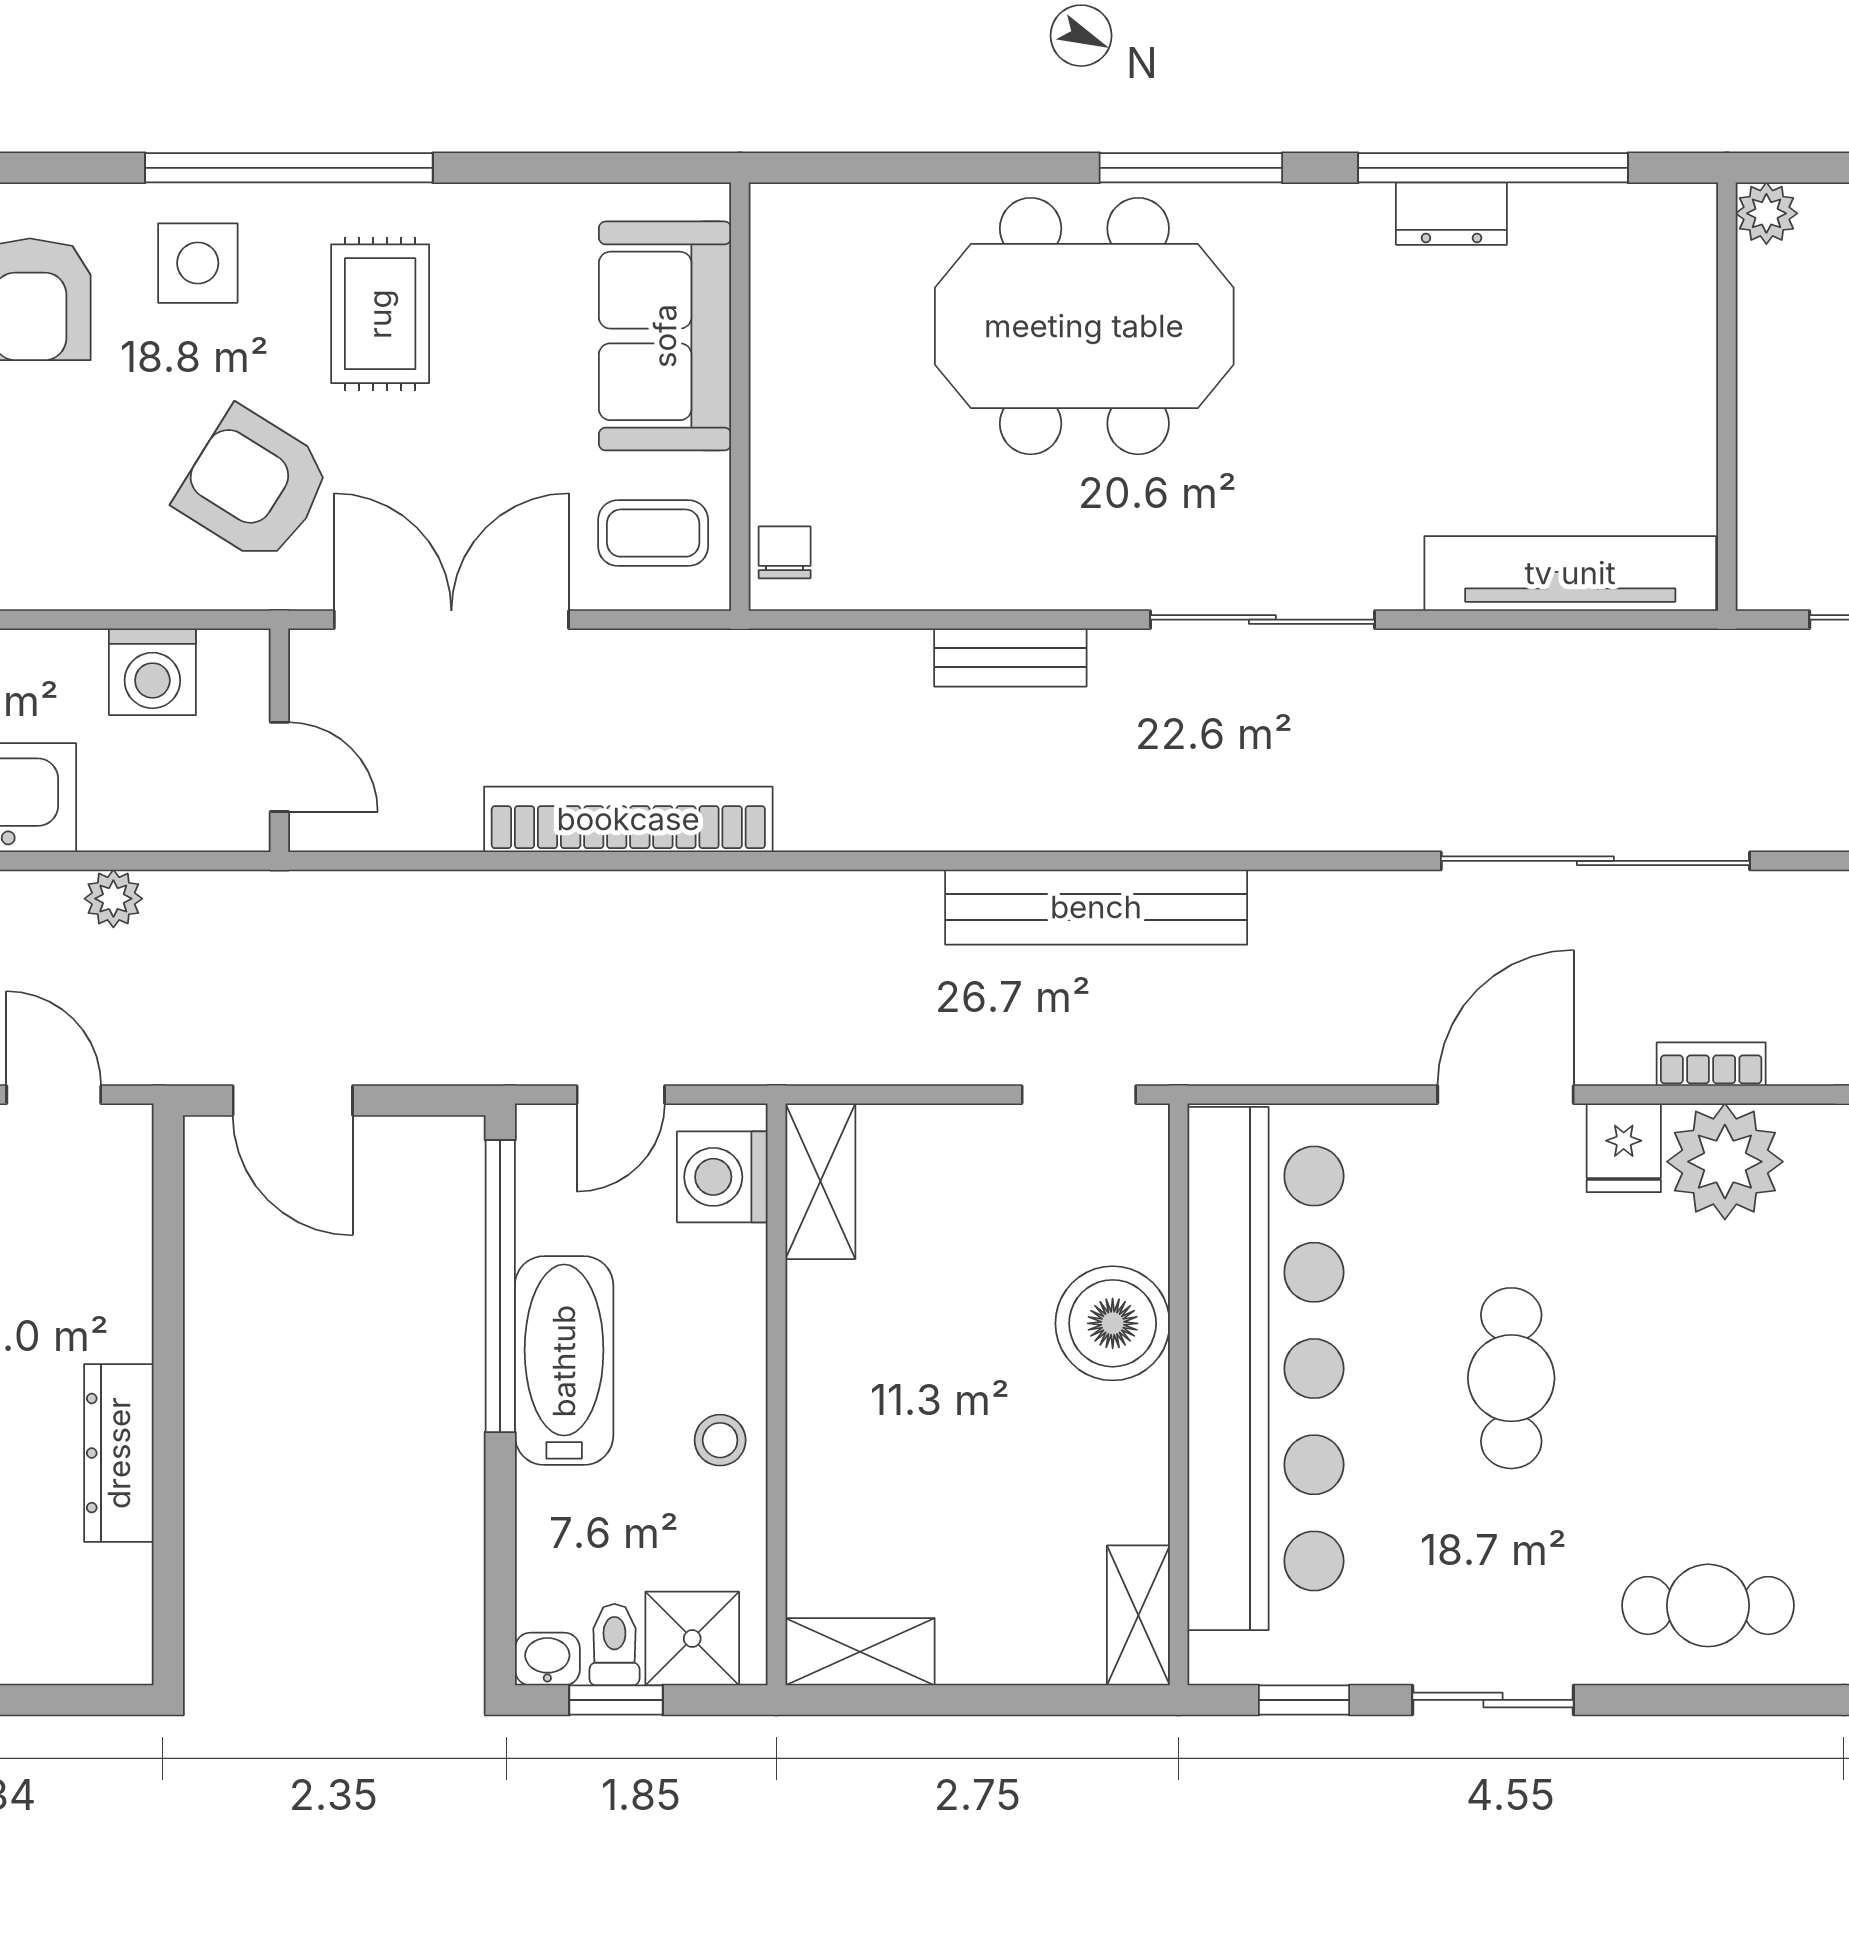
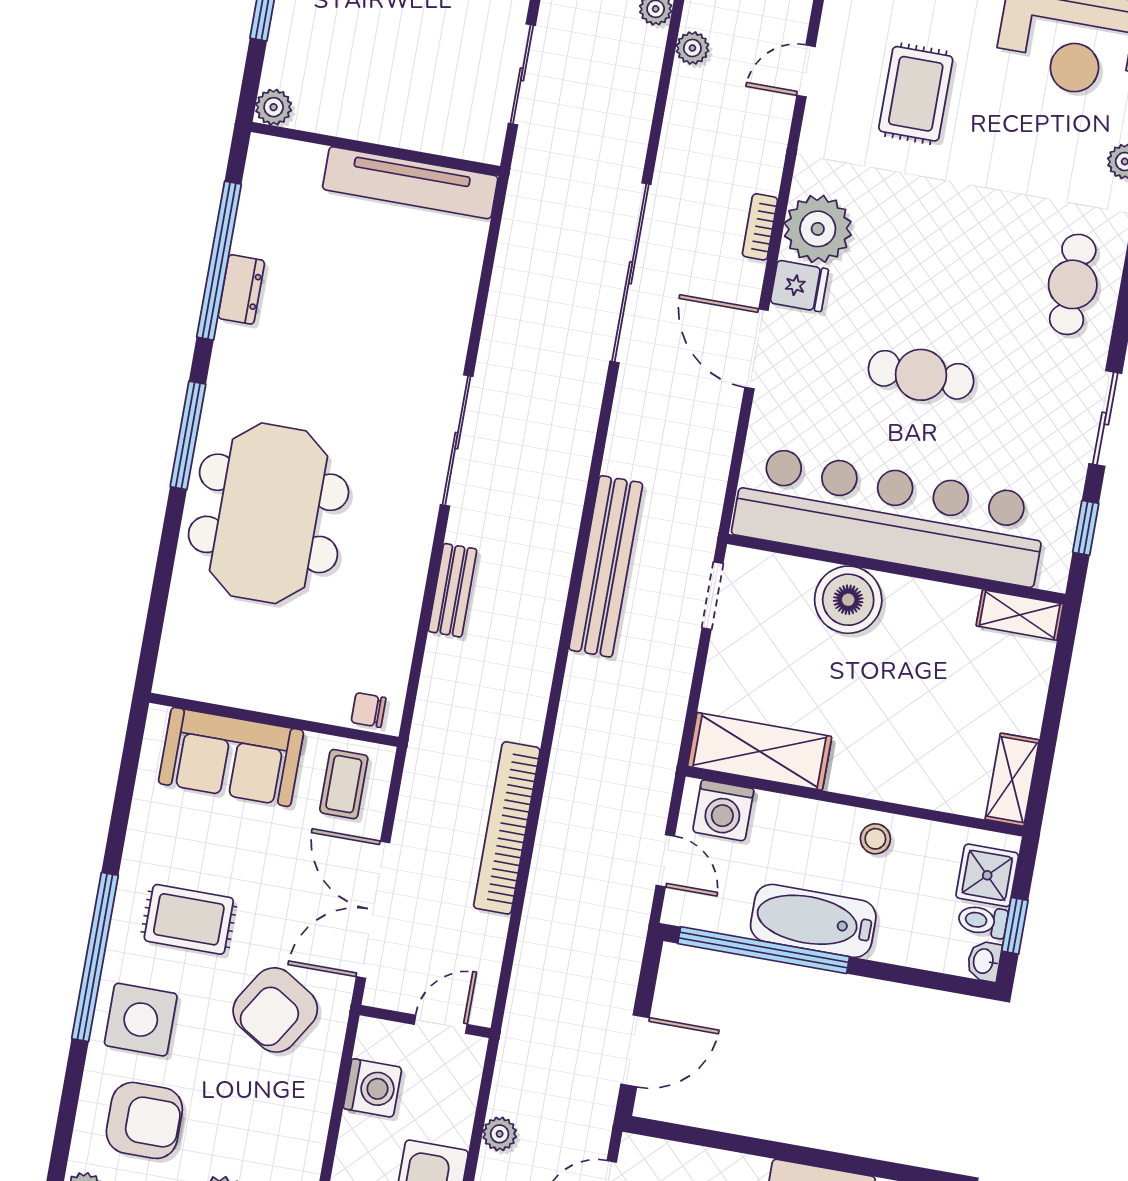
side table: (198, 263) -> (141, 1020), width x1.37, depth x1.37
tv unit: (1570, 573) -> (410, 183), moved, turned -90
shelving: (820, 1181) -> (760, 751), width x1.50, depth x1.33

